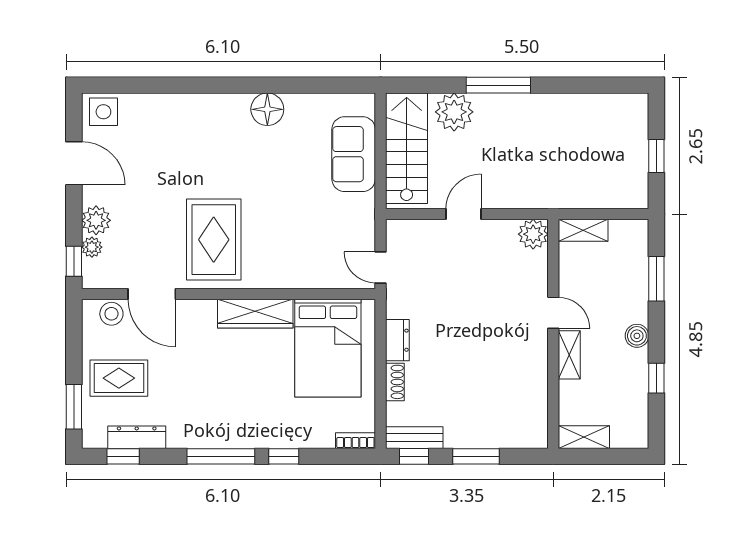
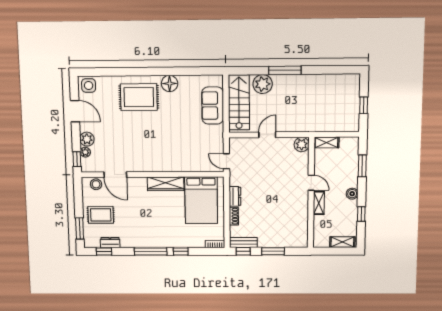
rug: (214, 240) -> (139, 97), moved, turned 90
dresser: (137, 437) -> (110, 243), width x0.70
shelving: (584, 437) -> (342, 242), moved

